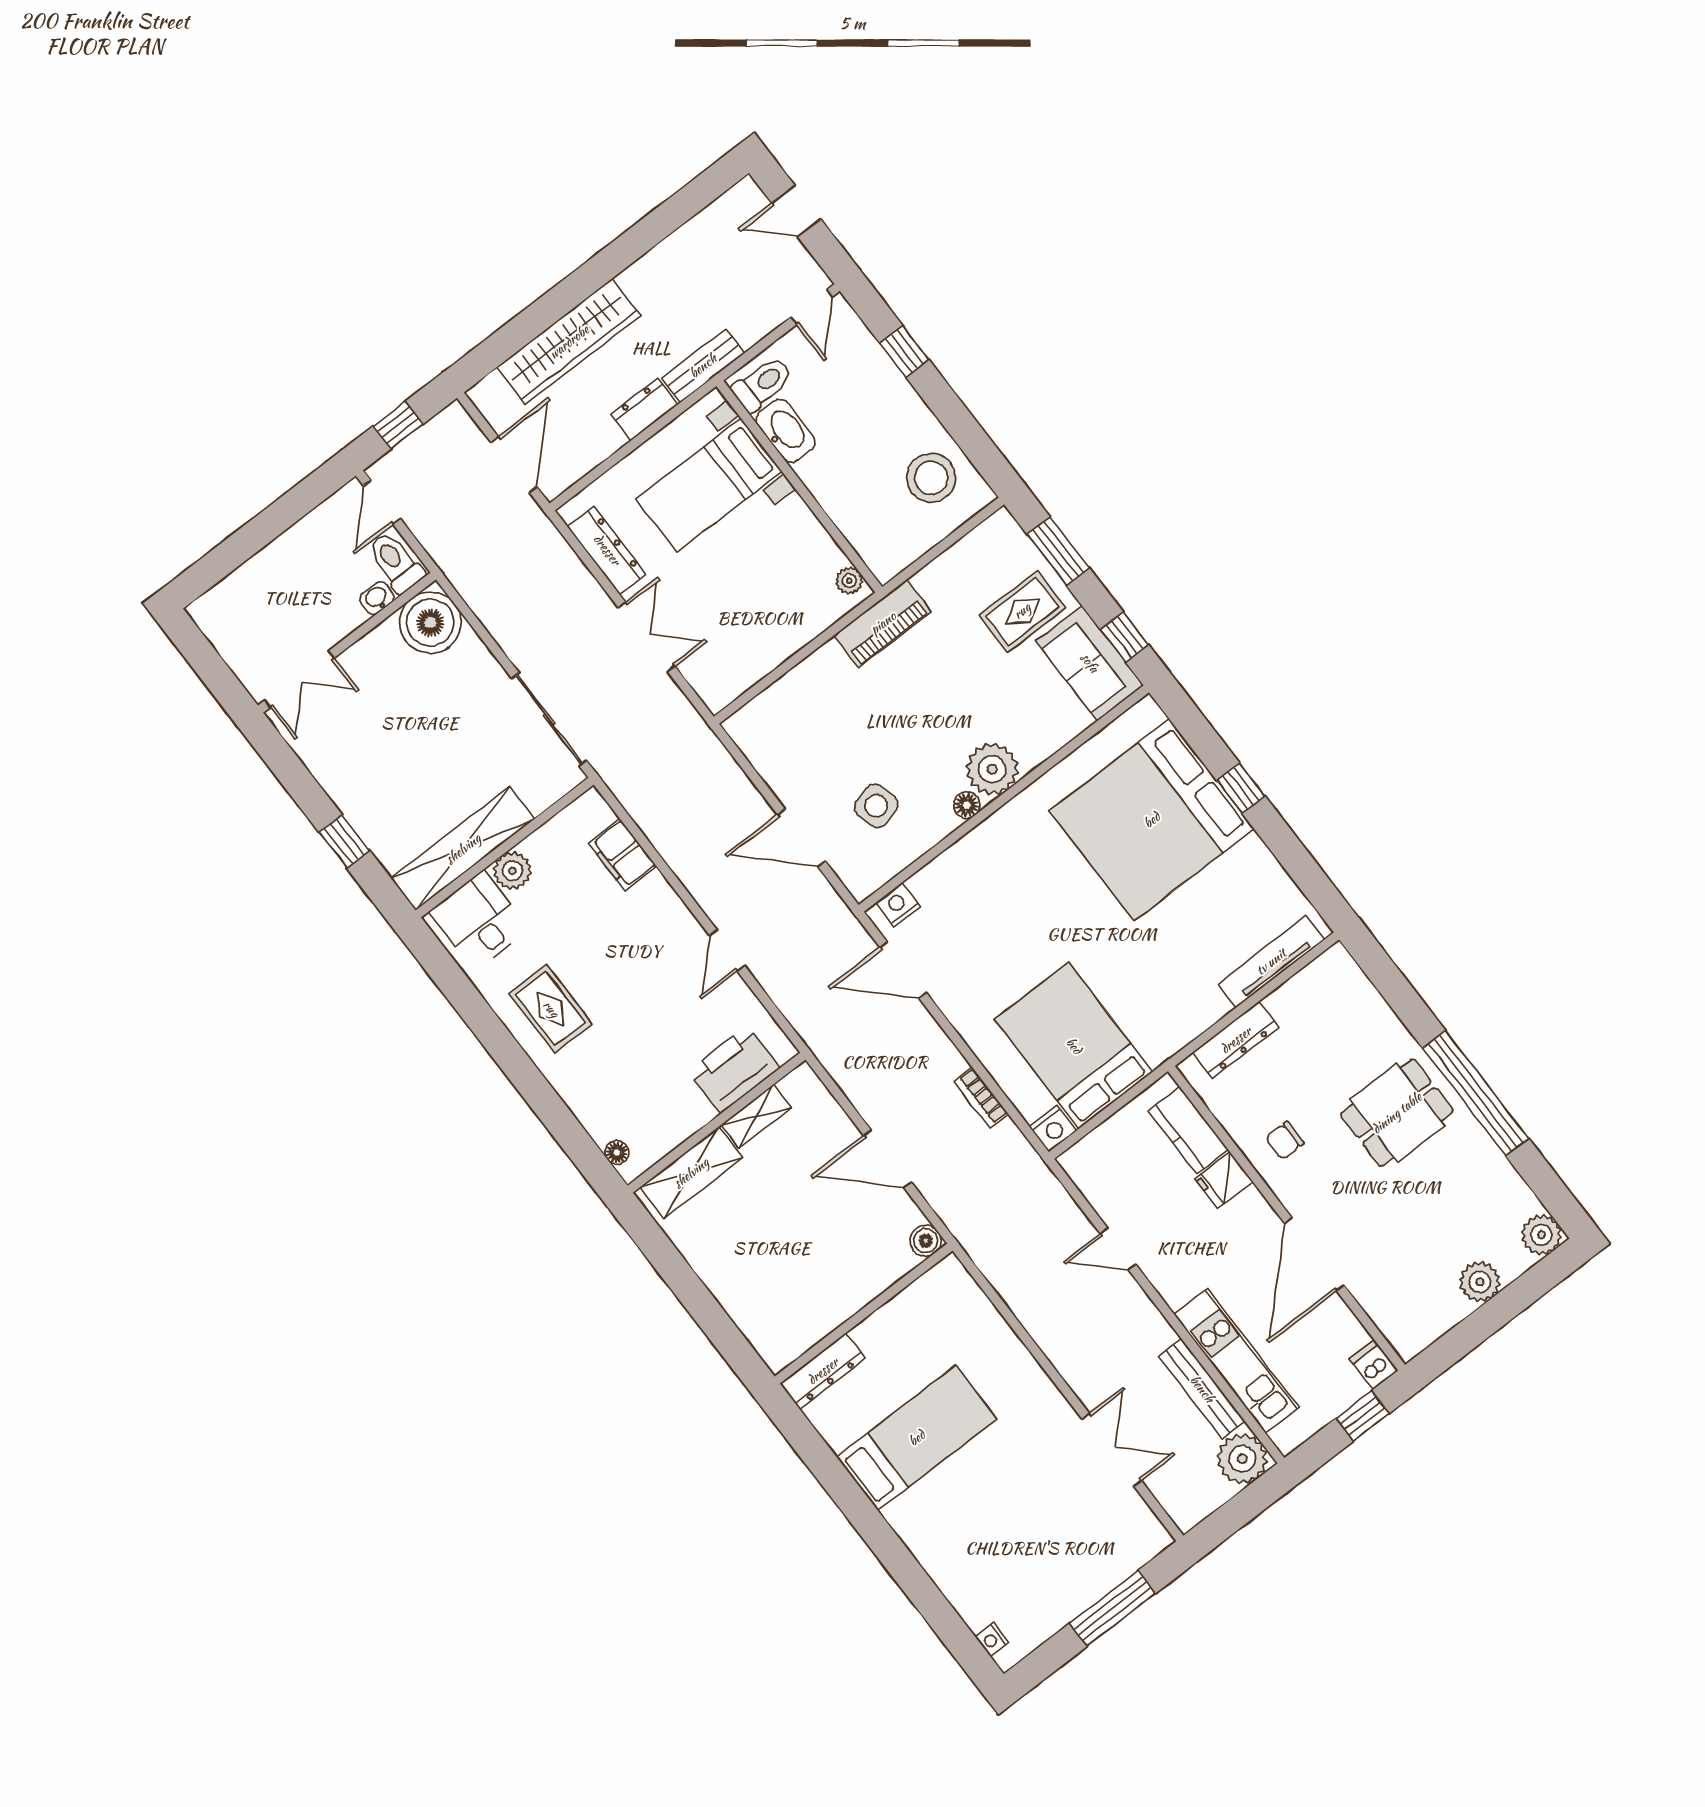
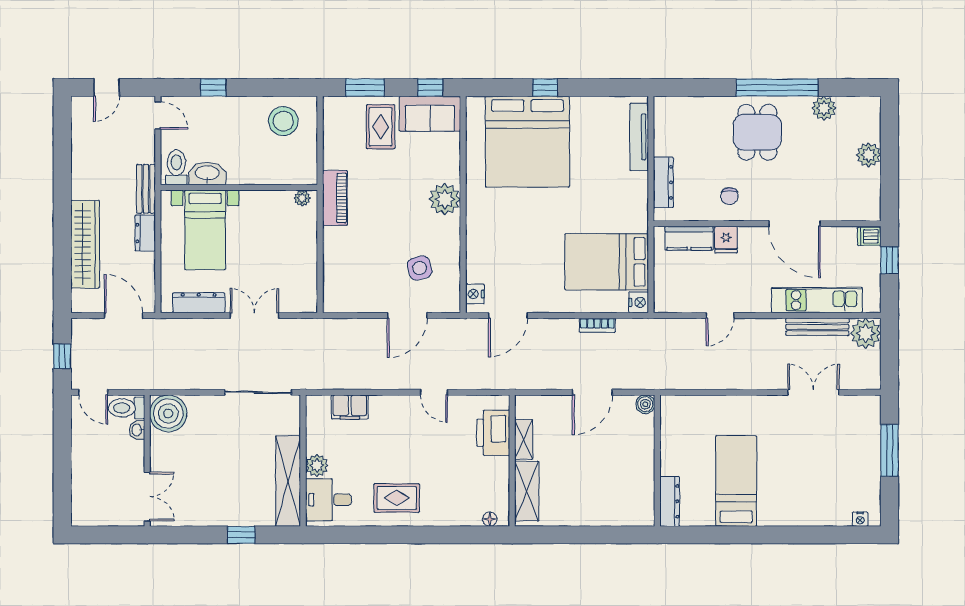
floor lamp: (967, 805) -> (453, 225), removed
plant: (1541, 1235) -> (824, 108), moved

